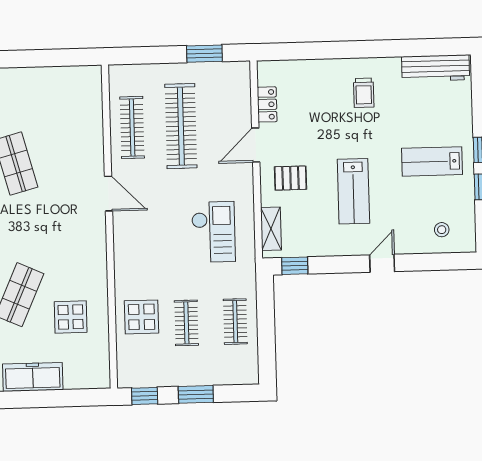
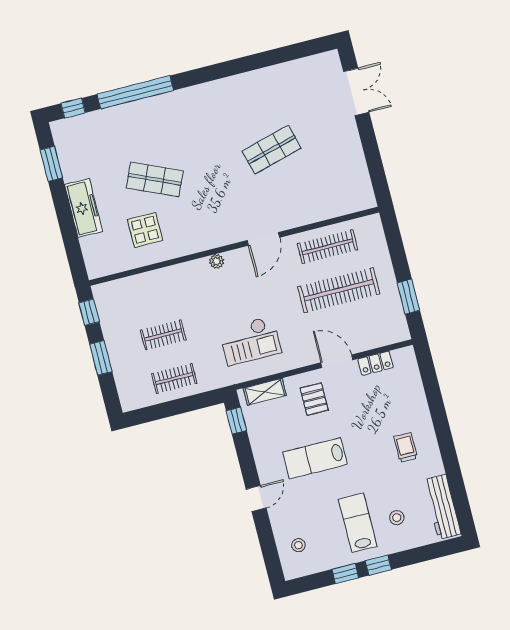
trolley: (364, 93) -> (406, 448), turned 90
stool: (436, 119) -> (397, 518), added
plant: (121, 249) -> (217, 261), added
door: (382, 263) -> (256, 499), hinge flipped
display table: (142, 317) -> (159, 293), removed

